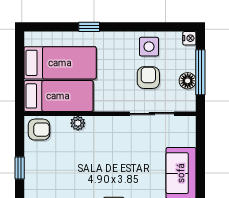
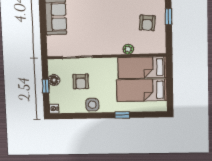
side table: (149, 47) -> (92, 105), moved
window: (200, 72) -> (46, 86), width x0.46
armchair: (39, 130) -> (147, 23), moved, turned -84

